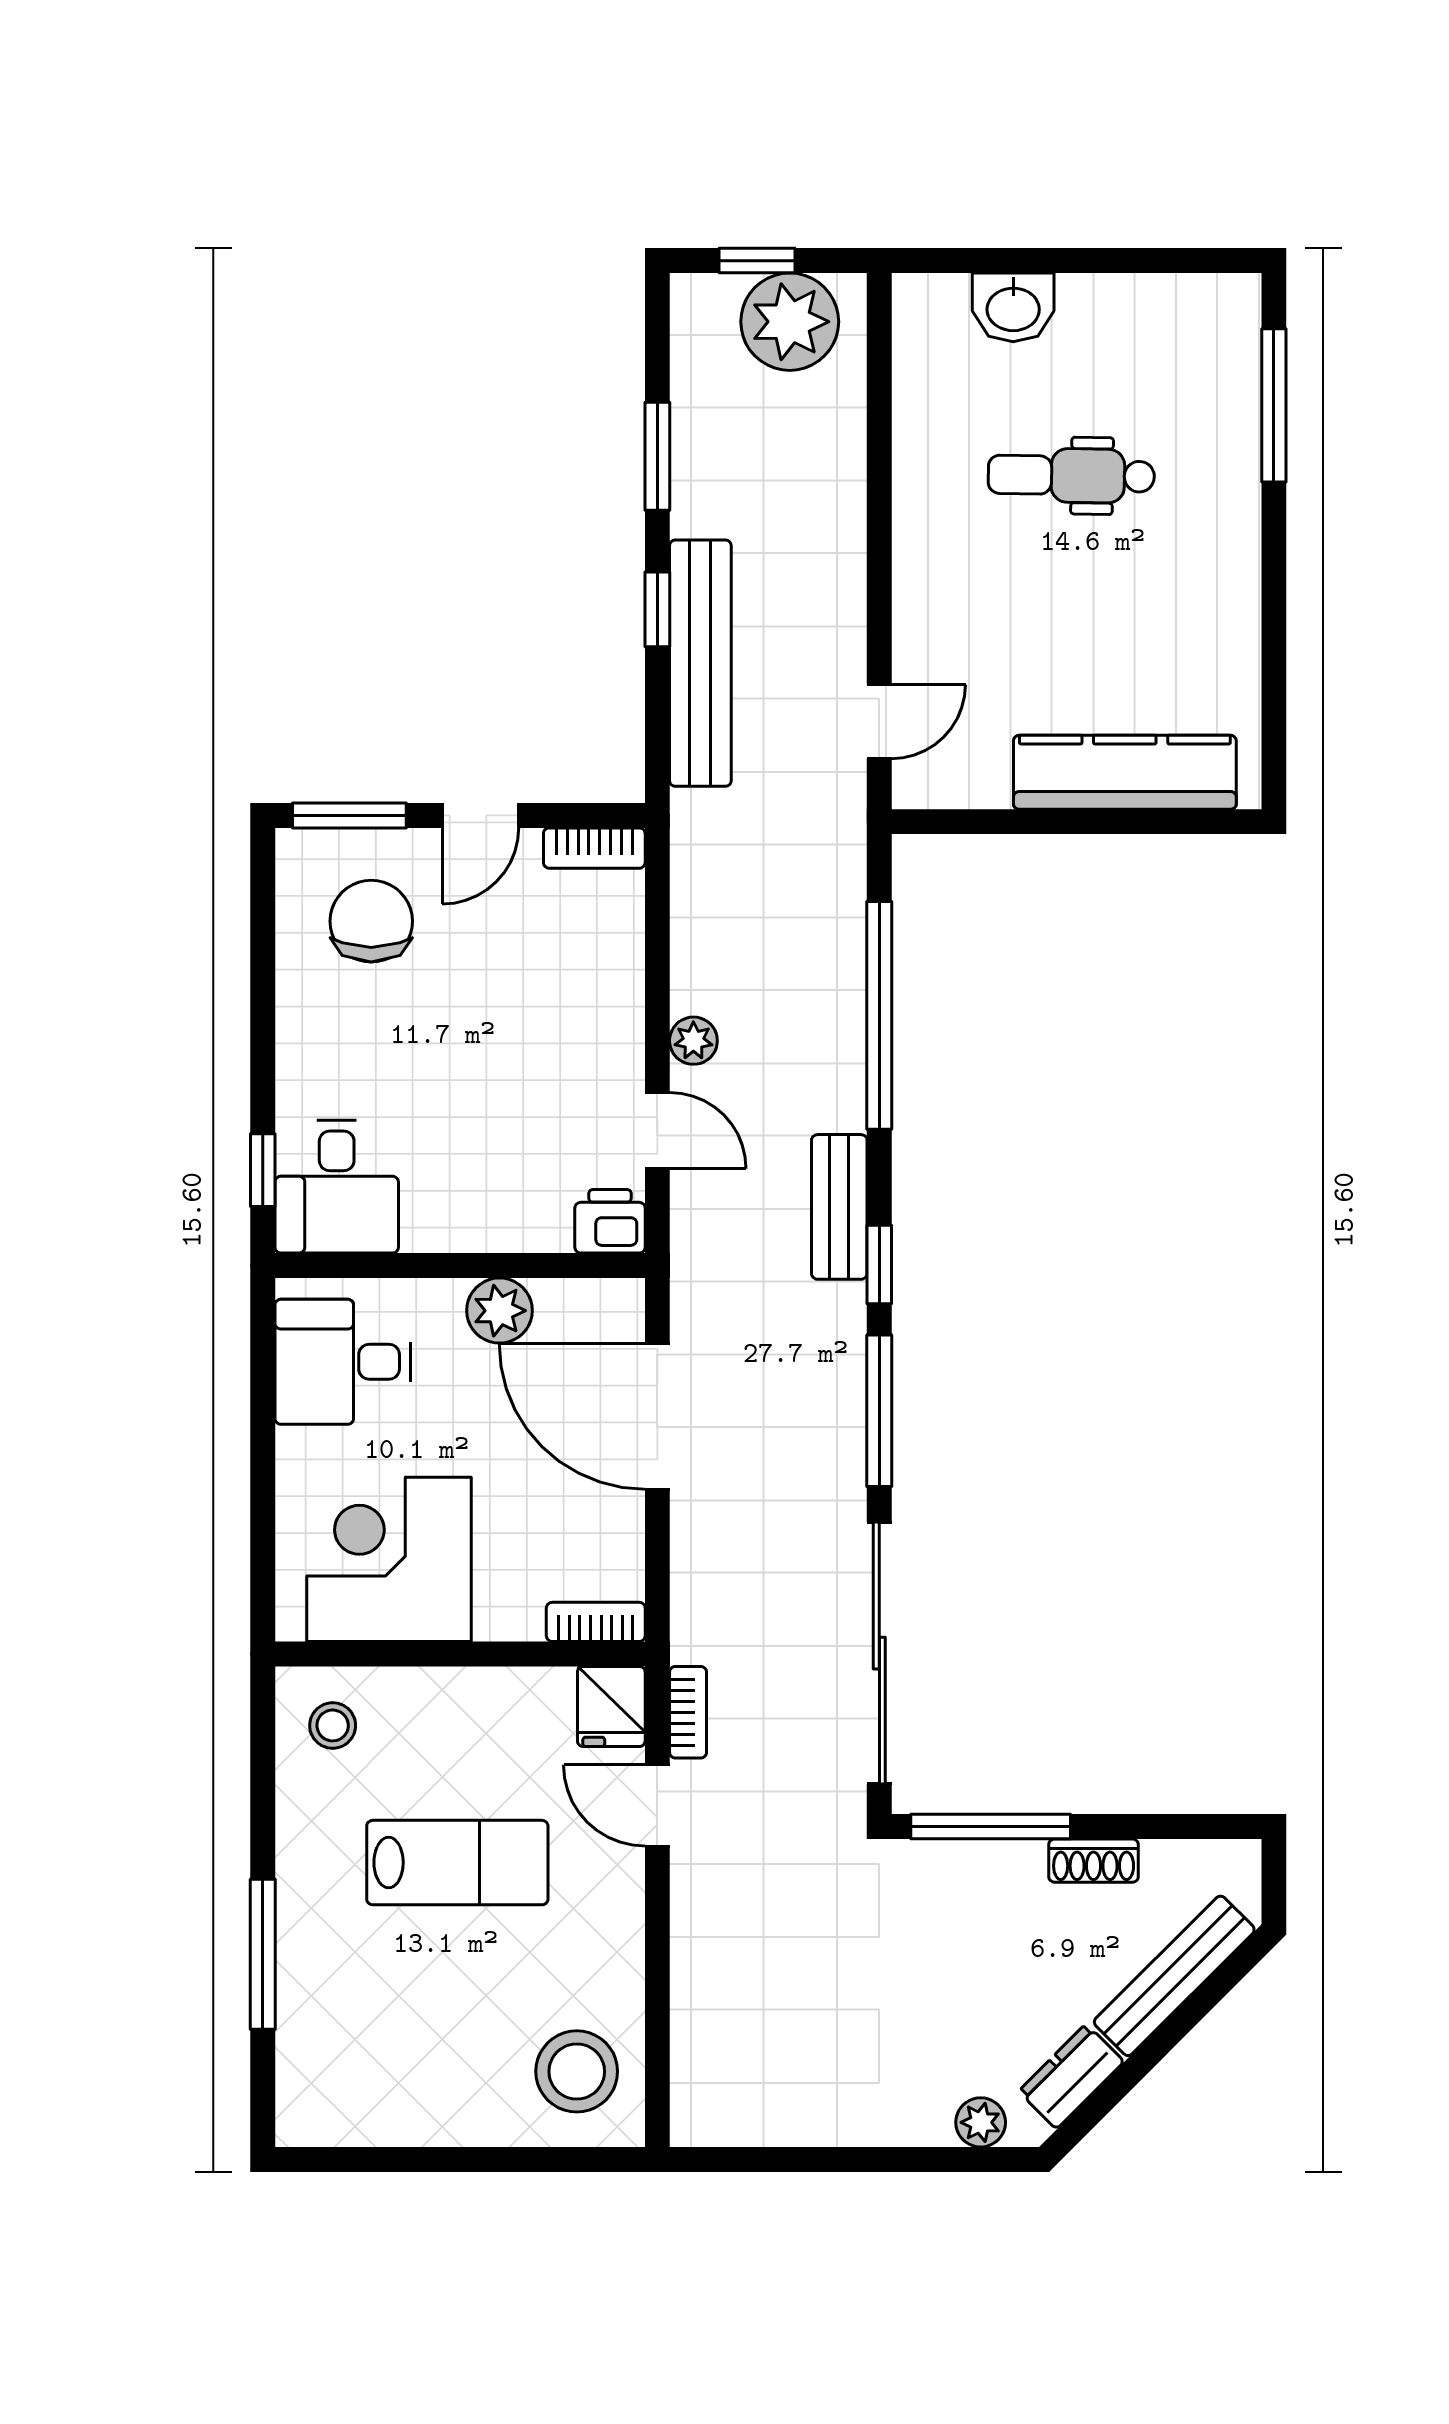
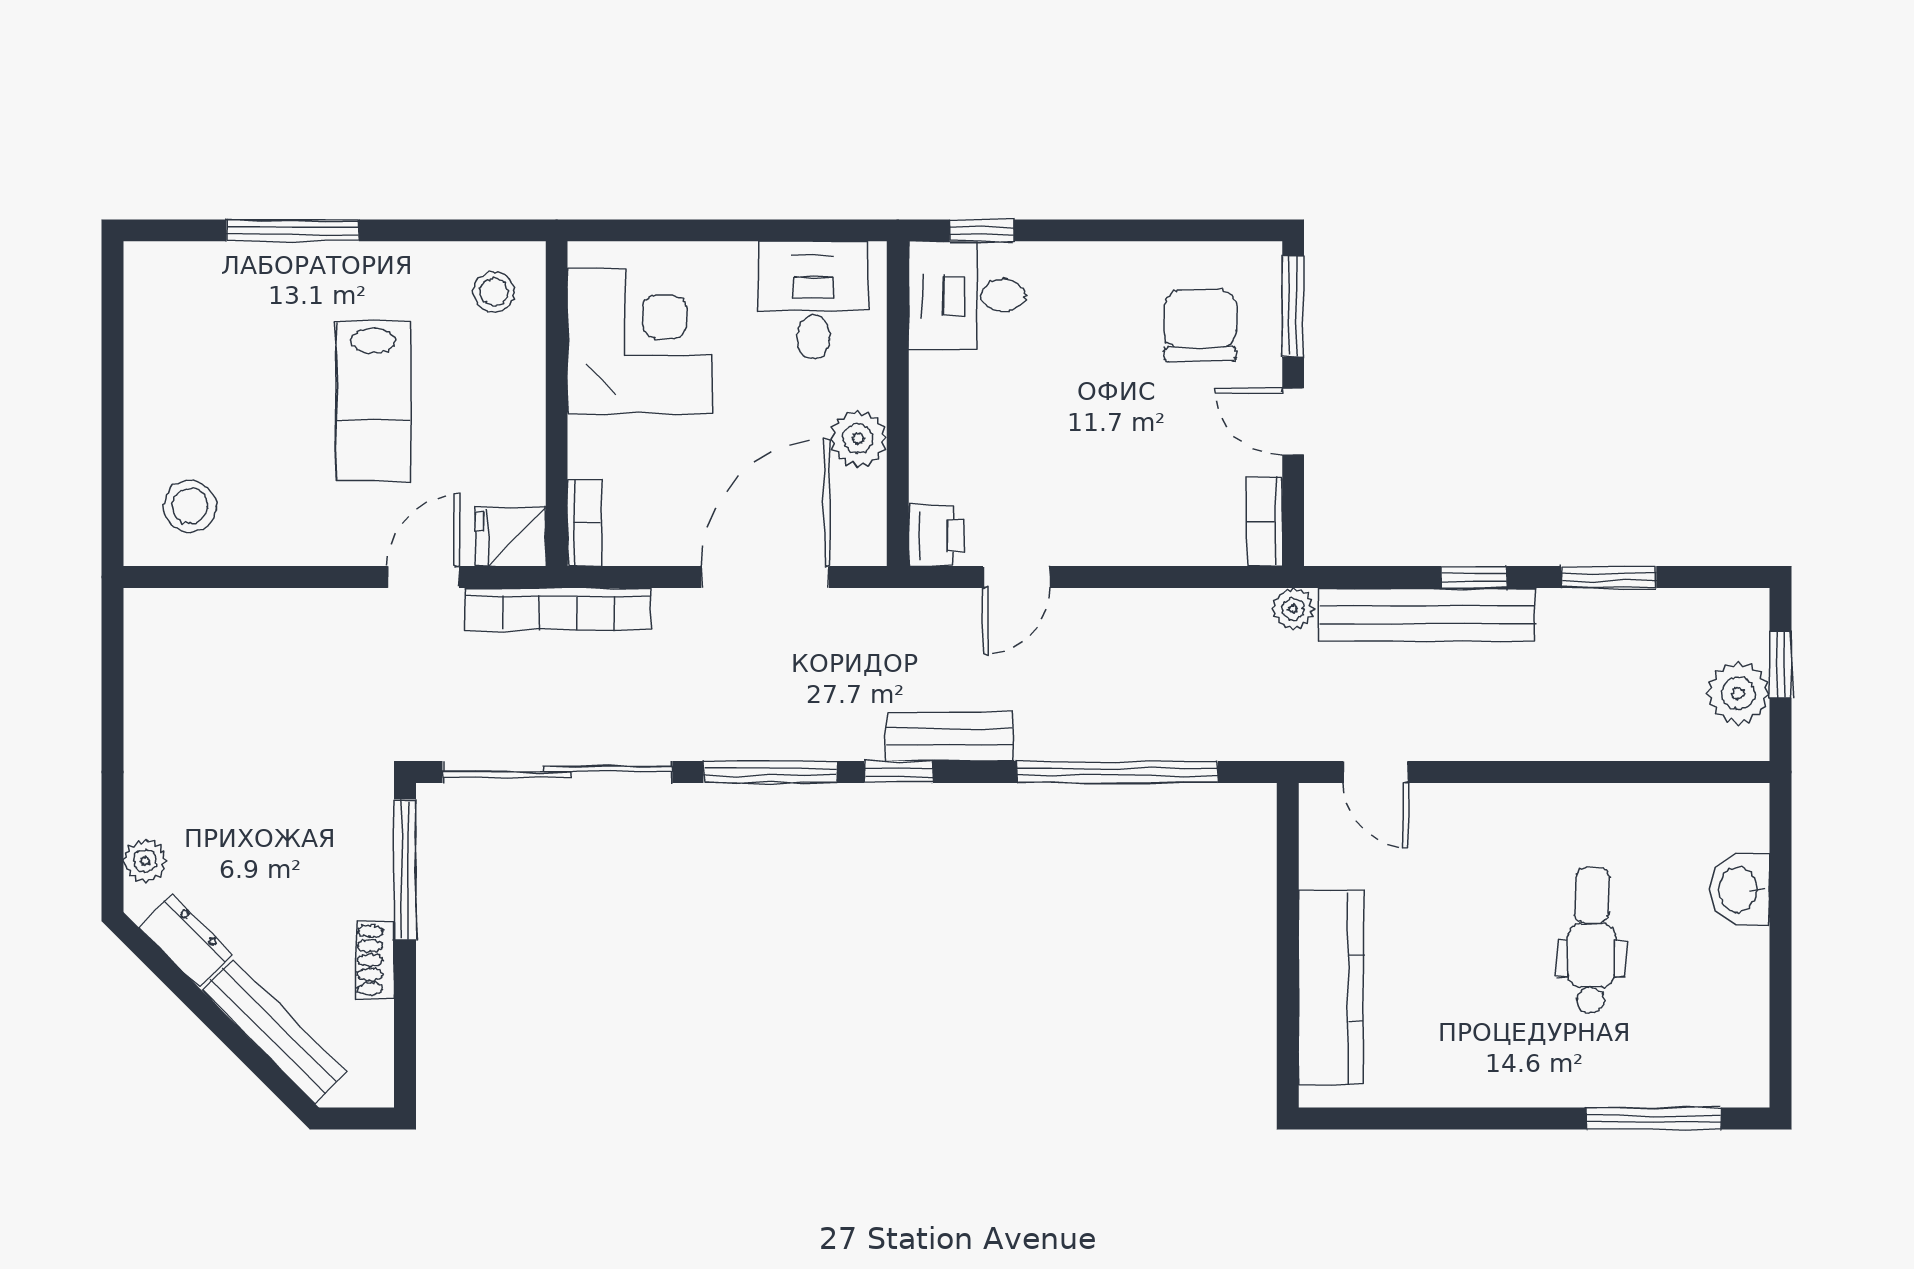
plant: (790, 322) -> (1738, 693), width x0.73, depth x0.73
chair: (371, 921) -> (1200, 326), turned -90
plant: (693, 1041) -> (1293, 609), moved
bookcase: (688, 1712) -> (558, 609), width x2.31, depth x1.31
stool: (577, 2071) -> (190, 506), width x0.73, depth x0.73

